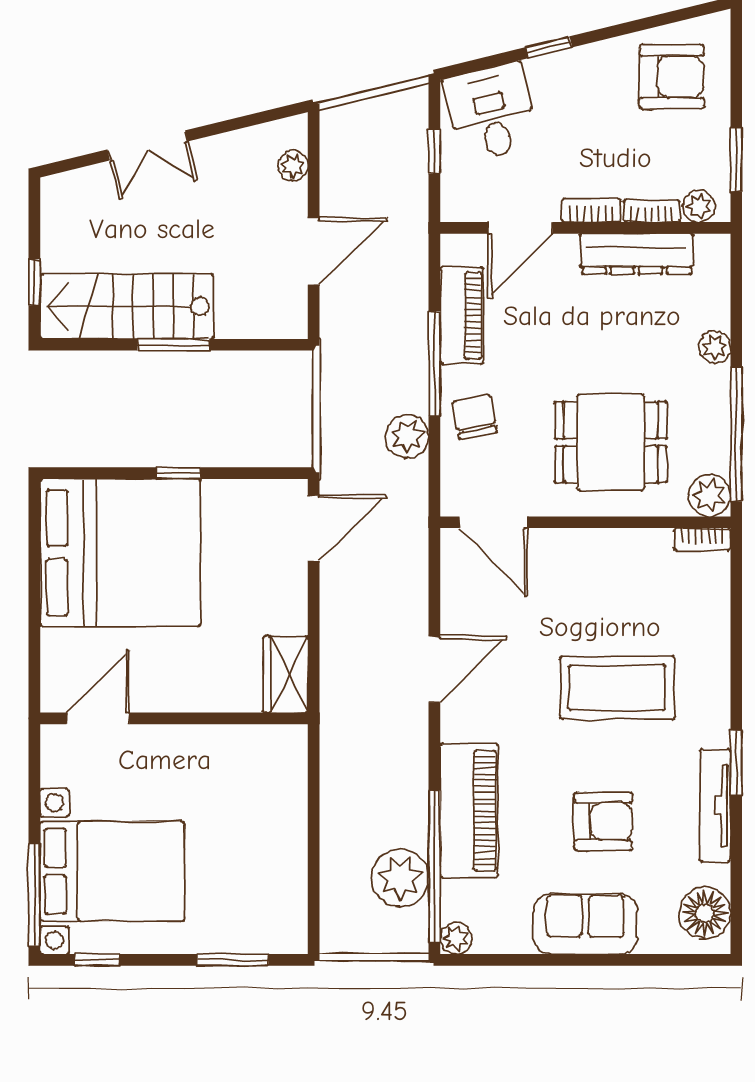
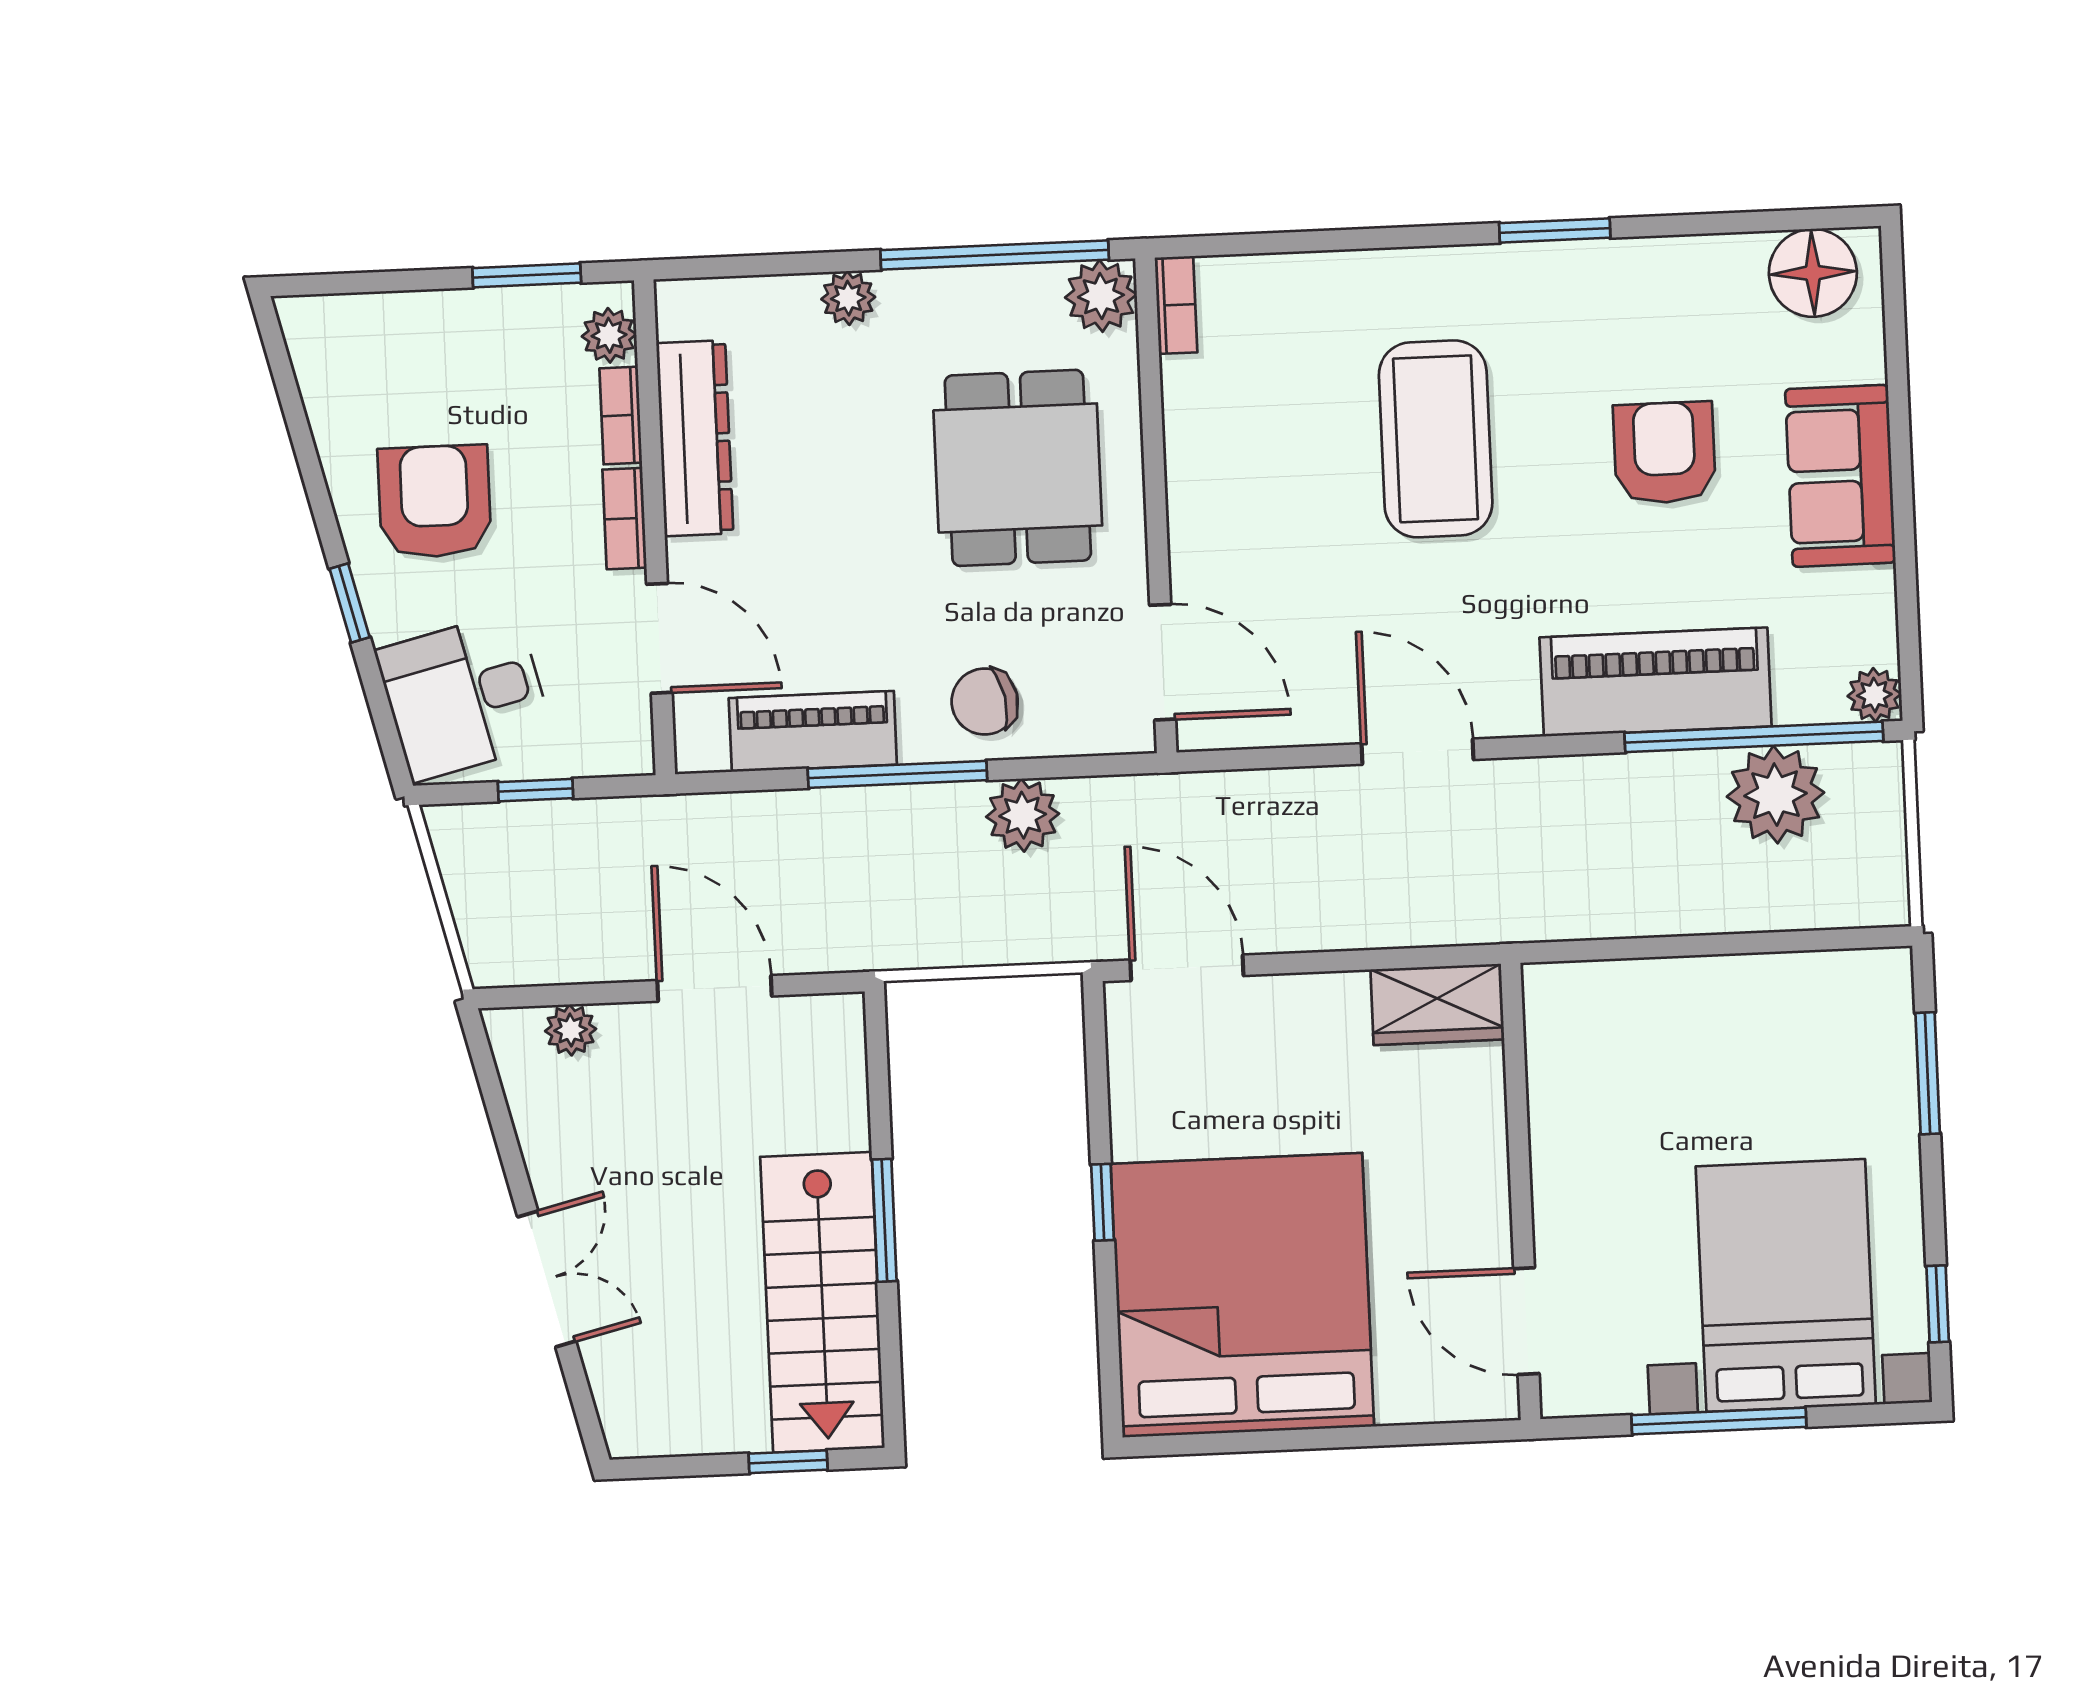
armchair: (672, 77) -> (435, 501), moved
door: (493, 522) -> (1163, 662), hinge flipped
tv unit: (715, 805) -> (1628, 263), removed
window: (34, 895) -> (1719, 1421), moved

